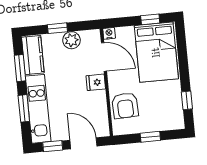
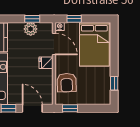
window: (150, 19) -> (74, 19), moved
window: (57, 28) -> (32, 19), moved
window: (150, 137) -> (70, 108), moved

